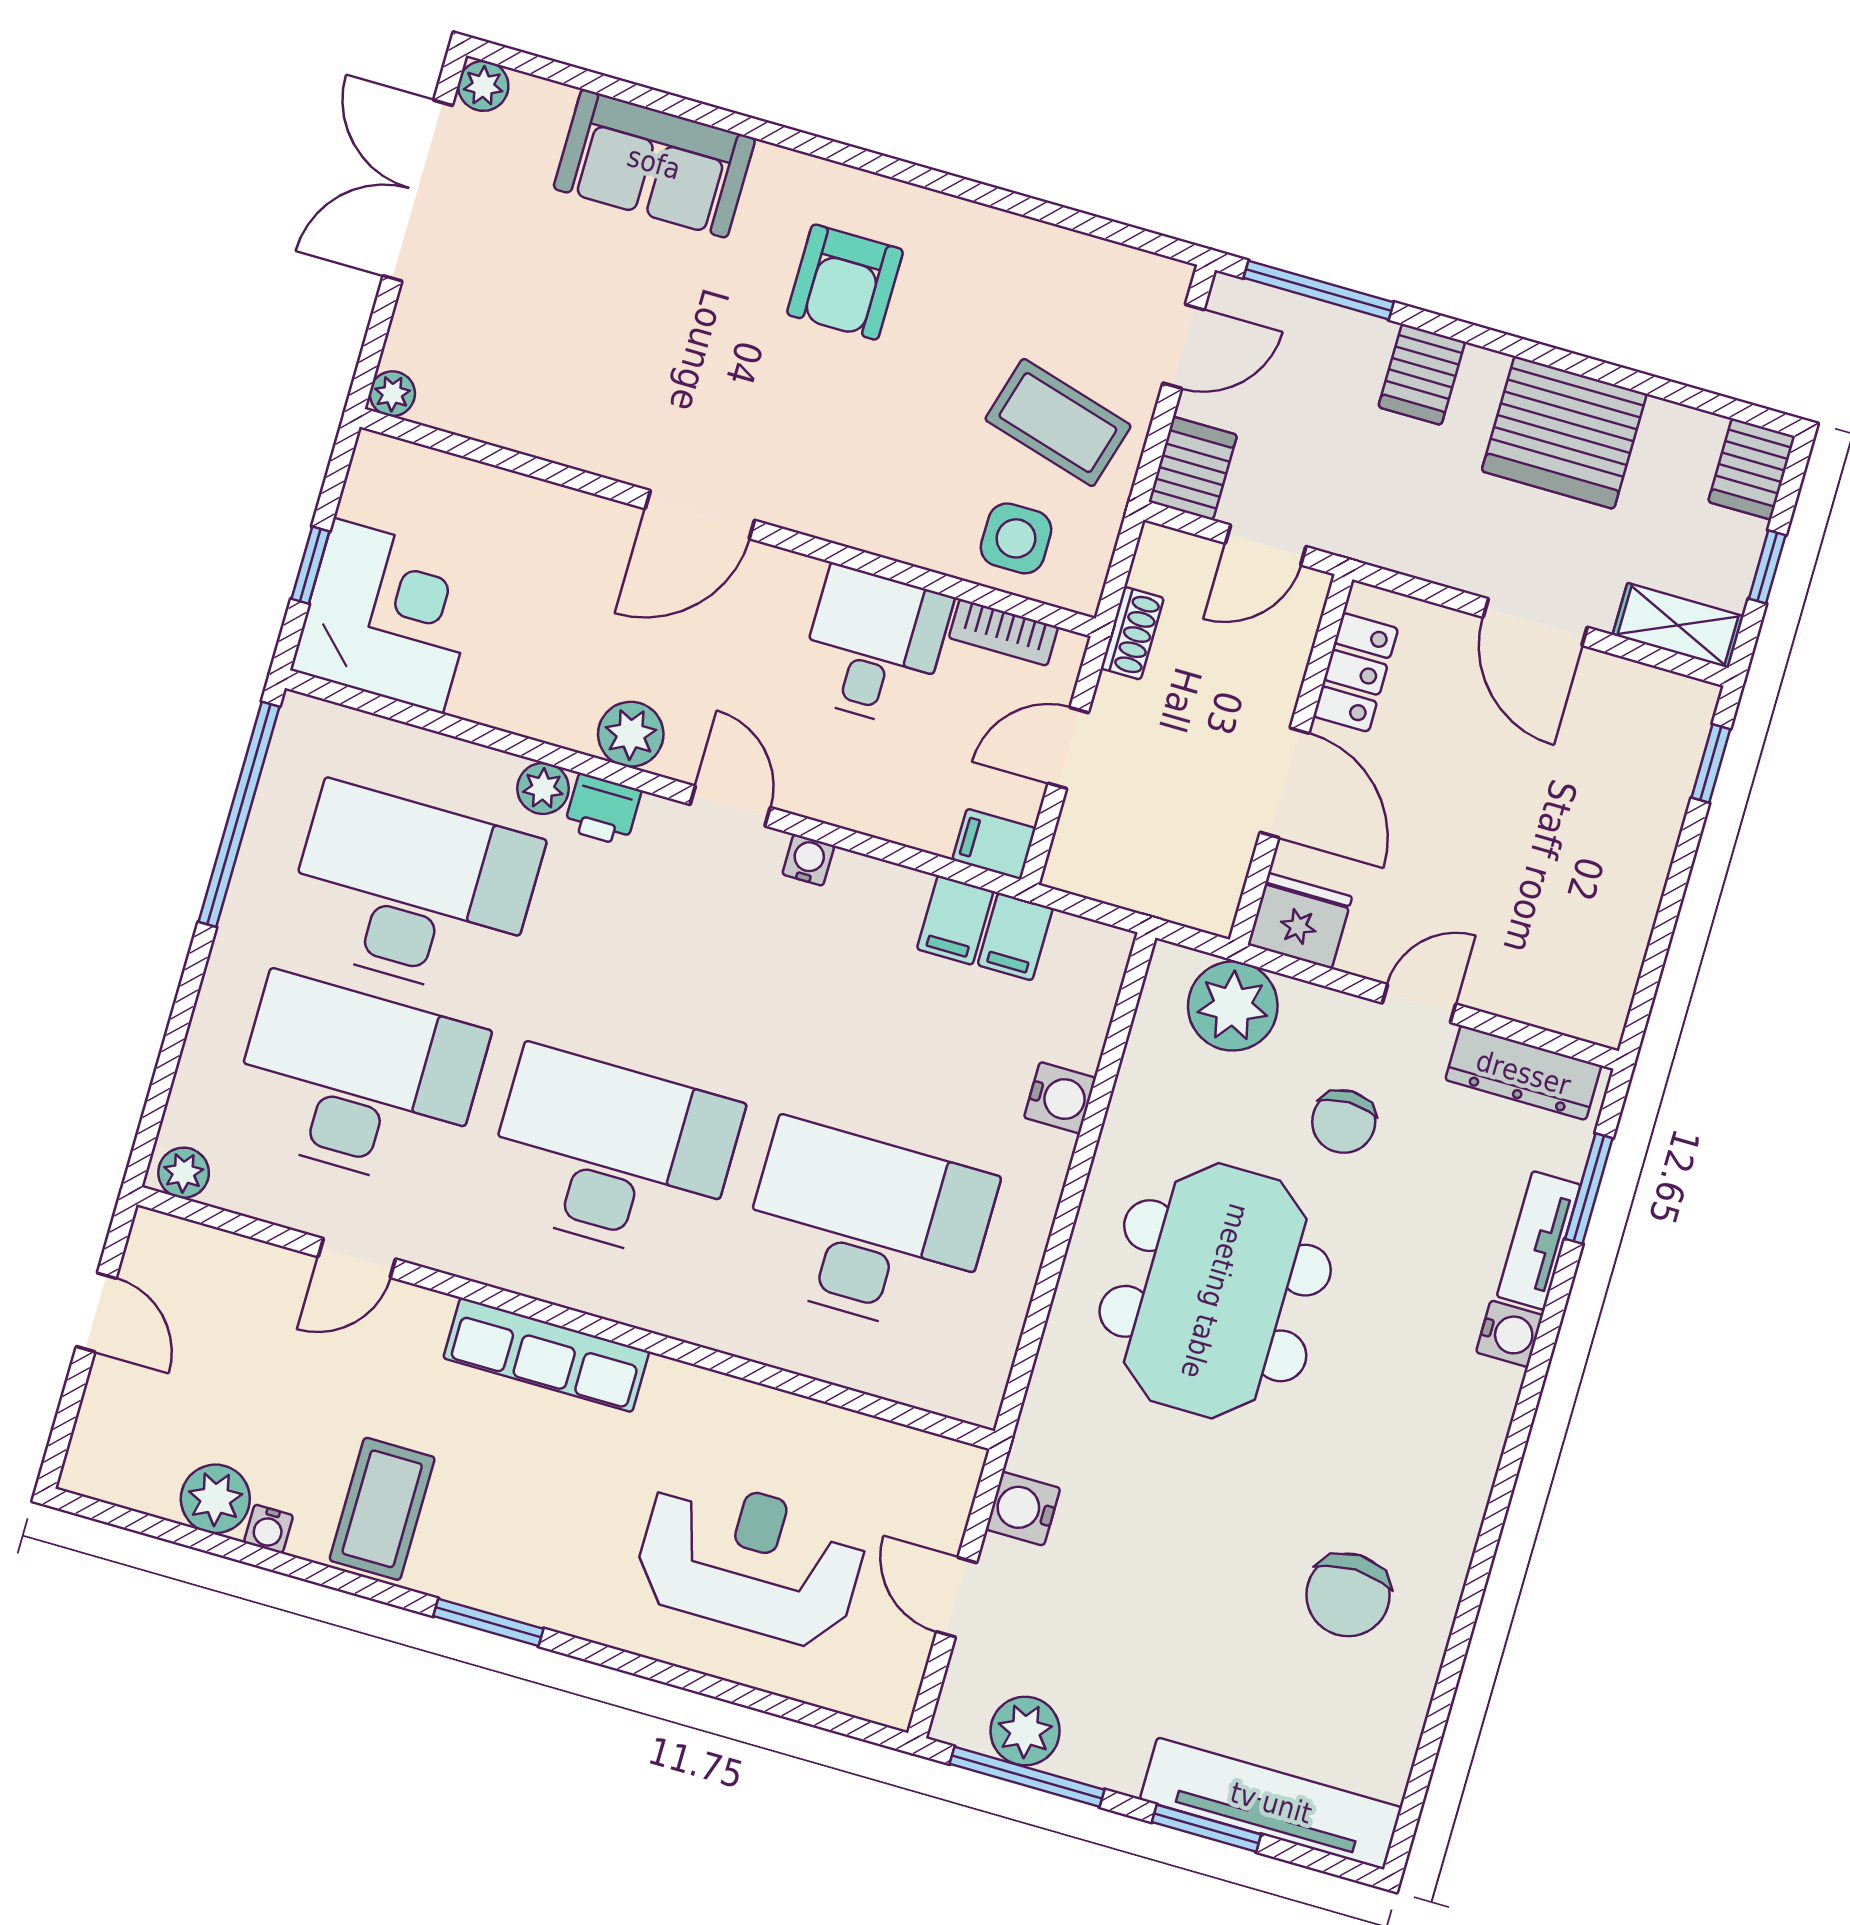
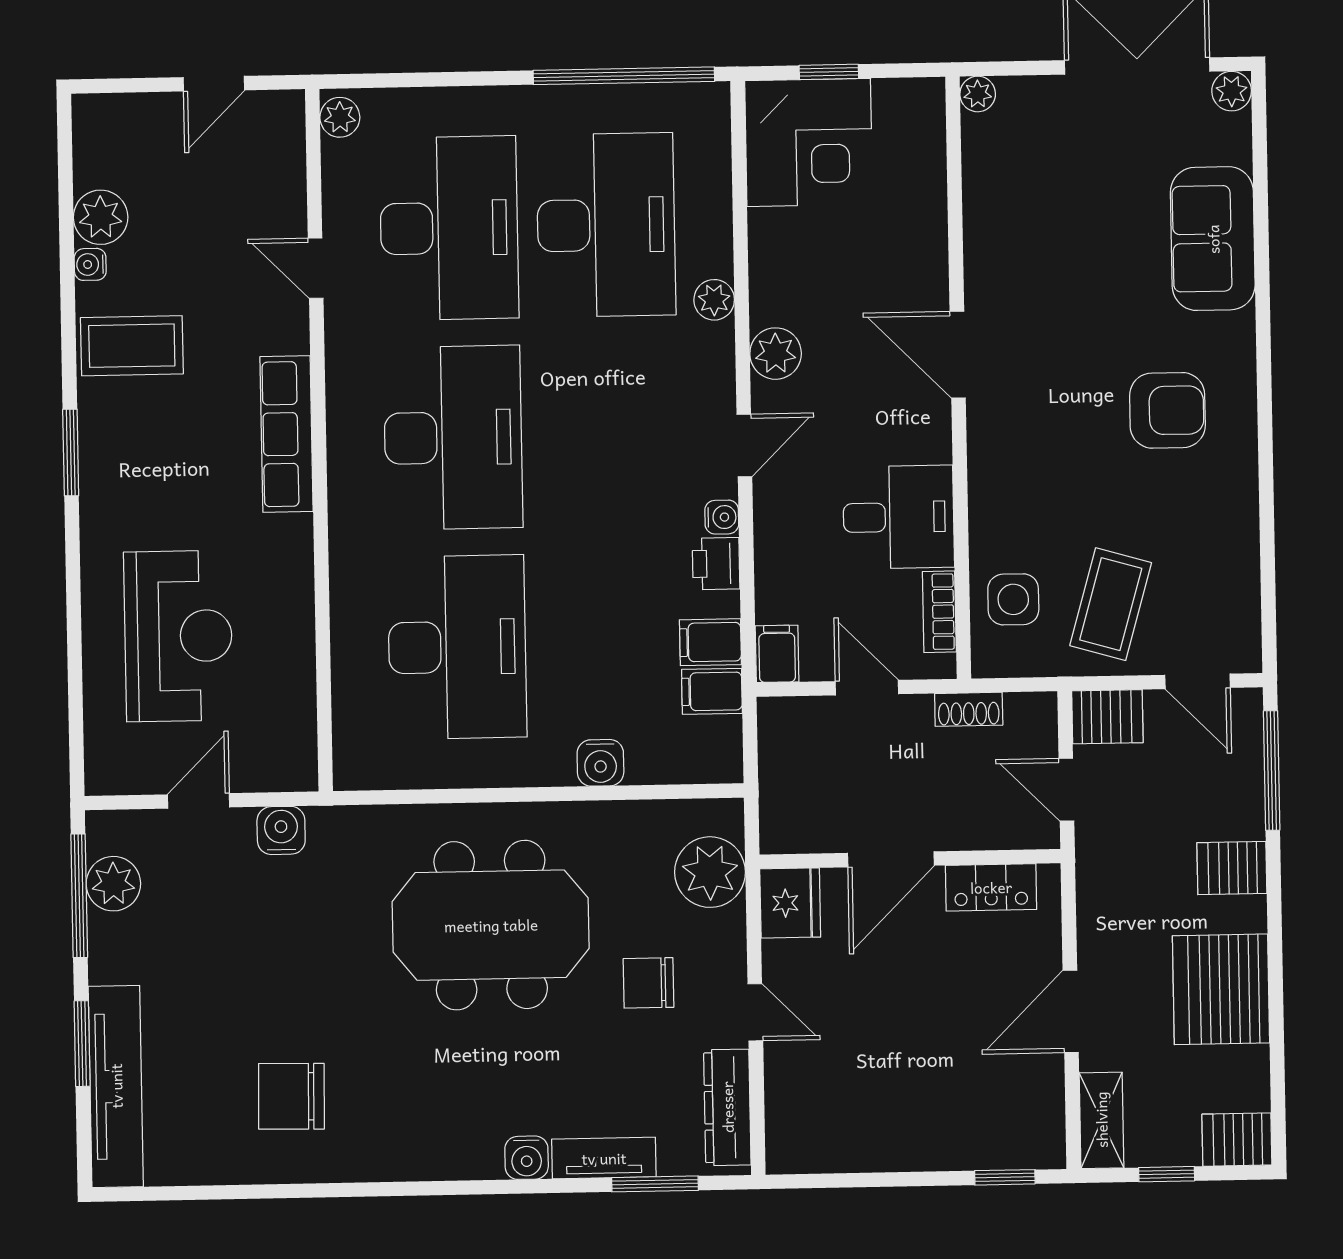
armchair: (845, 282) -> (1167, 410), turned 180
printer: (603, 810) -> (716, 564), moved

